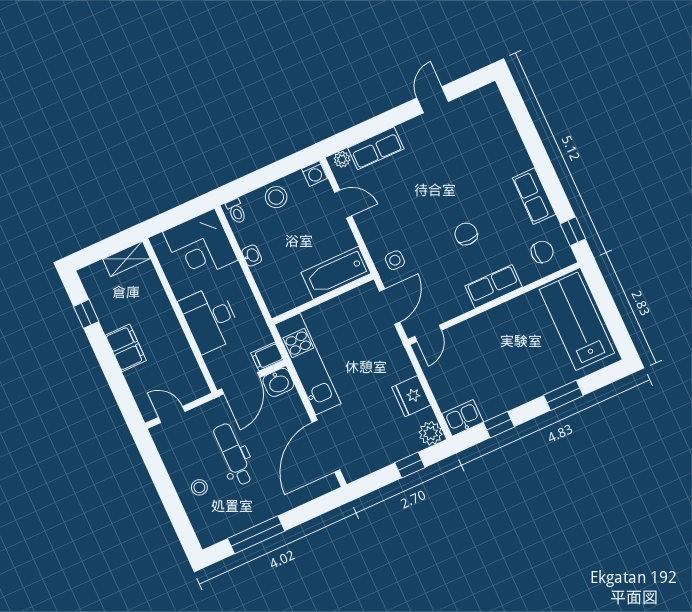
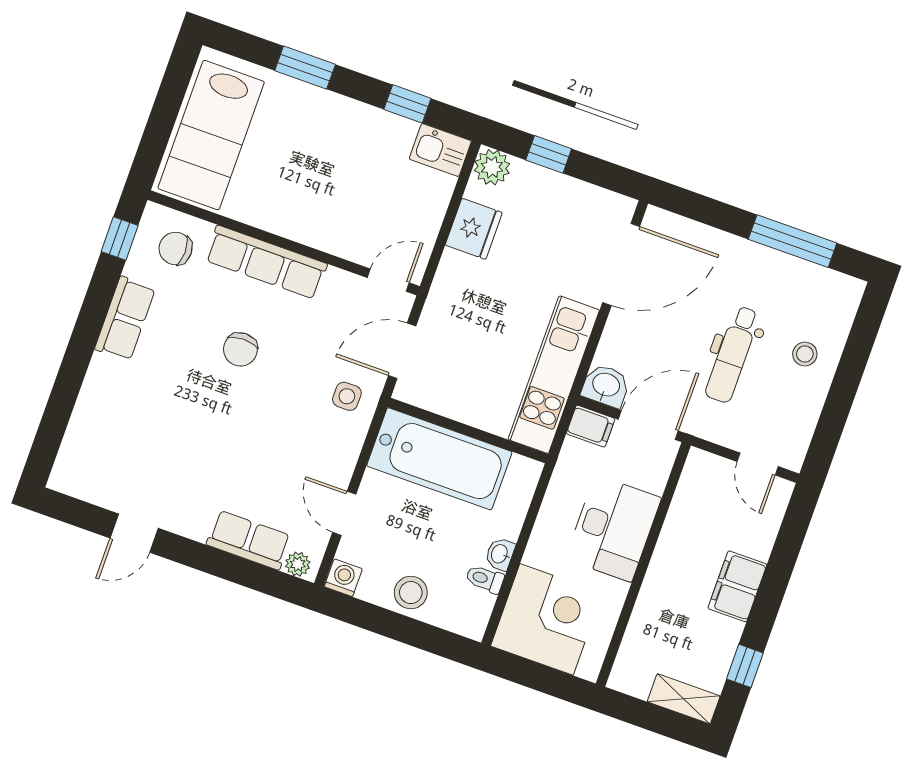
toilet: (236, 211) -> (485, 579), moved, turned -90
shelving: (127, 259) -> (684, 699), moved
bathtub: (336, 273) -> (439, 459), width x1.36, depth x1.36
row of seats: (494, 287) -> (266, 262), width x1.48

